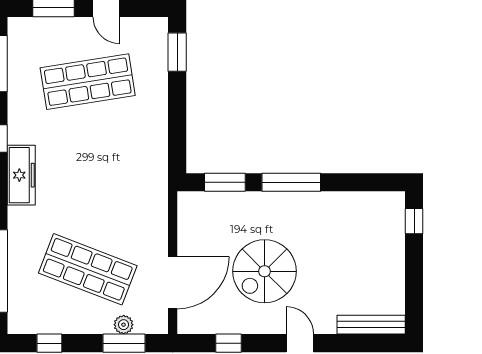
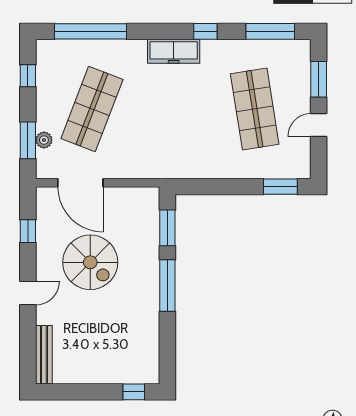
spiral stairs: (264, 271) -> (90, 262), turned 180

